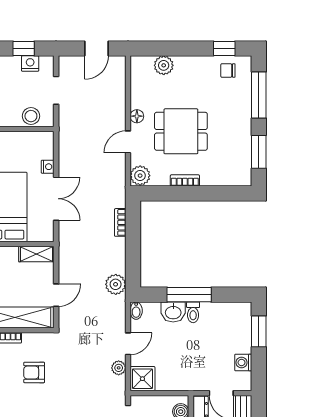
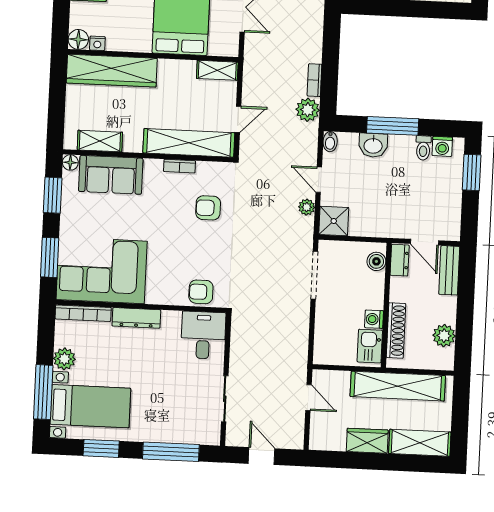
bookcase: (120, 222) -> (314, 80), moved
toilet: (193, 312) -> (423, 148), moved
door: (128, 344) -> (319, 180), swing flipped
washing machine: (243, 362) -> (442, 146), moved, turned -90

